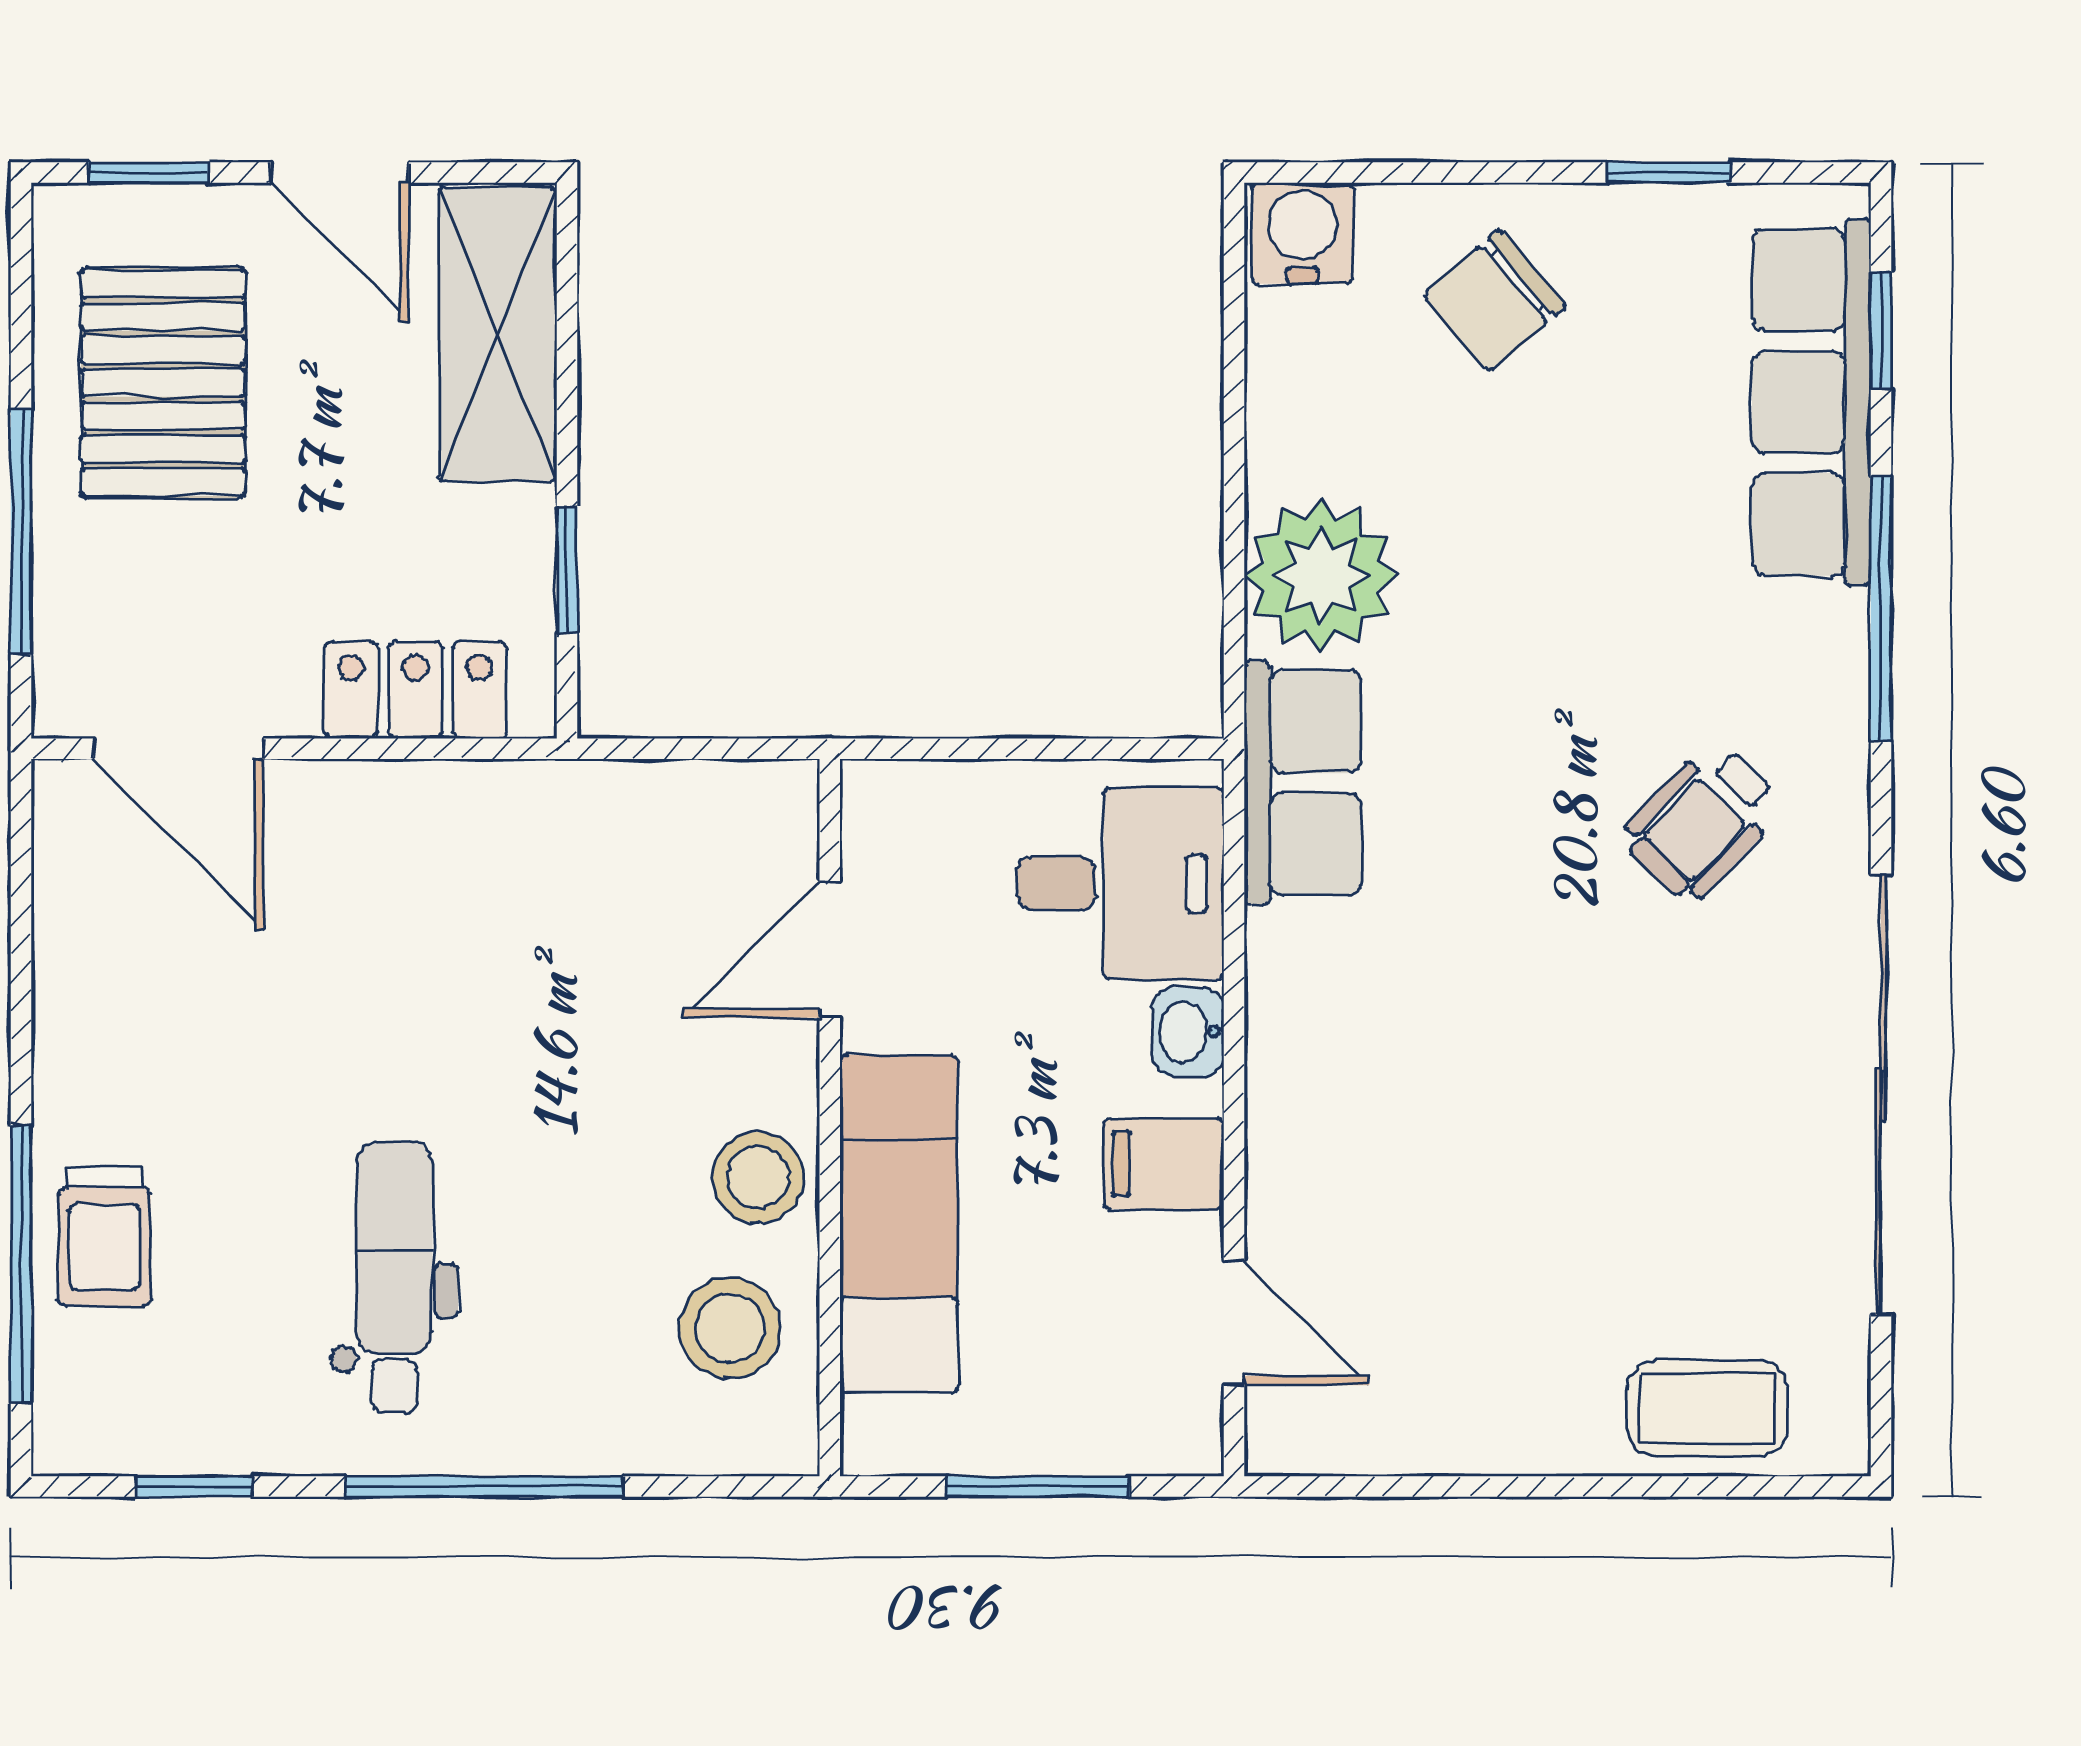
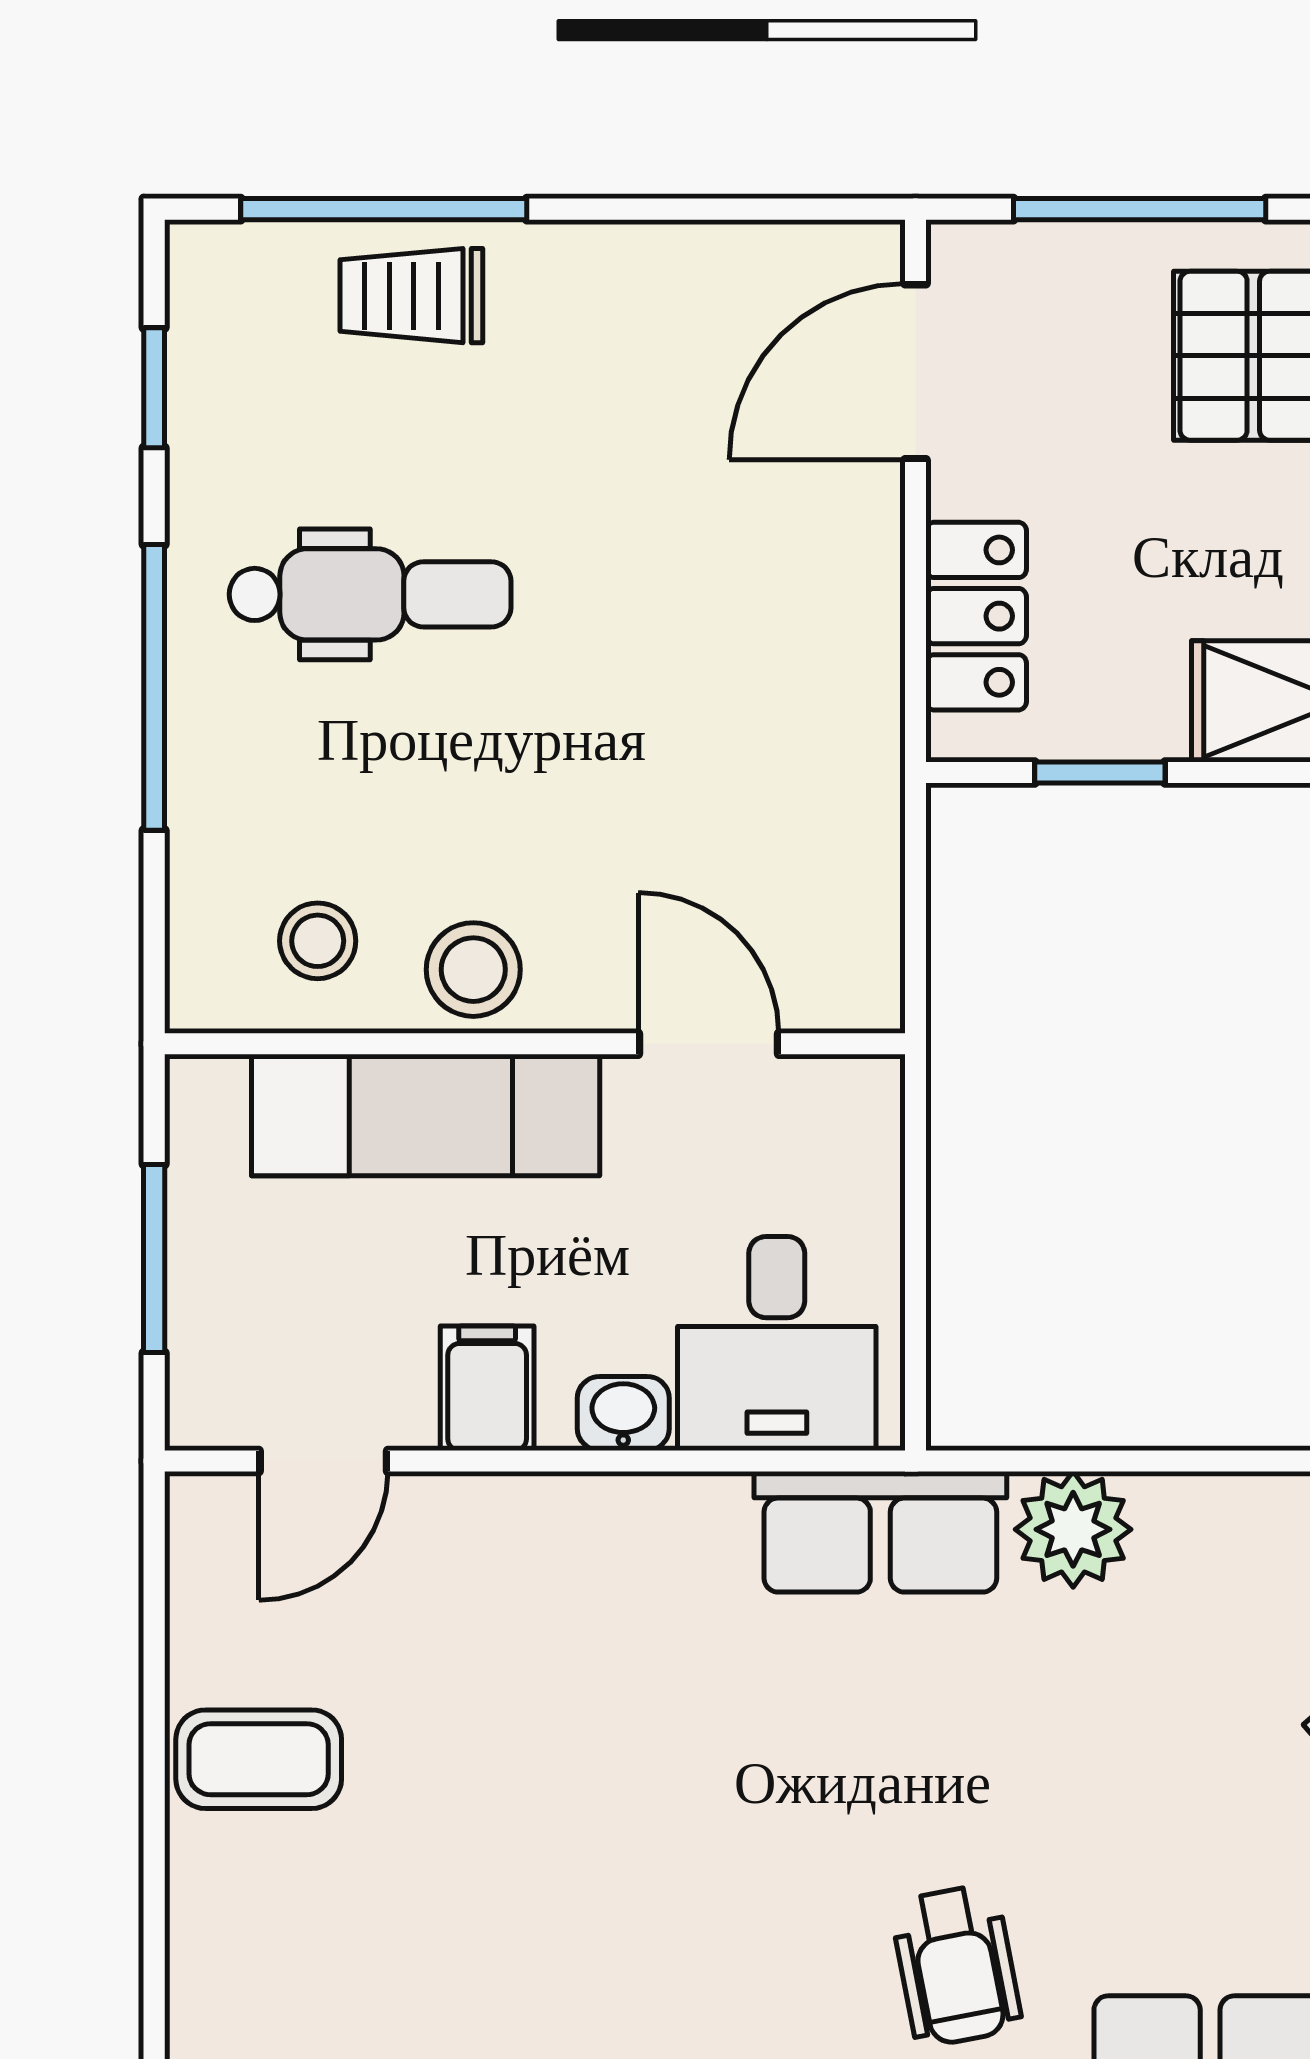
plant: (1321, 576) -> (1073, 1529), width x0.73, depth x0.73
wheelchair: (1703, 822) -> (956, 1966), moved, turned -145
stool: (730, 1328) -> (318, 941), width x0.73, depth x0.73
coffee table: (1708, 1409) -> (259, 1759), moved, turned 90

